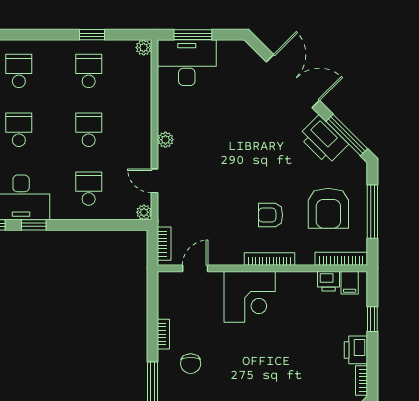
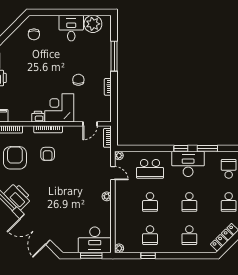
school desk: (89, 189) -> (150, 169), width x1.85
armchair: (271, 215) -> (48, 154), turned 90
printer: (329, 281) -> (38, 117), moved
chair: (191, 364) -> (78, 80), moved

